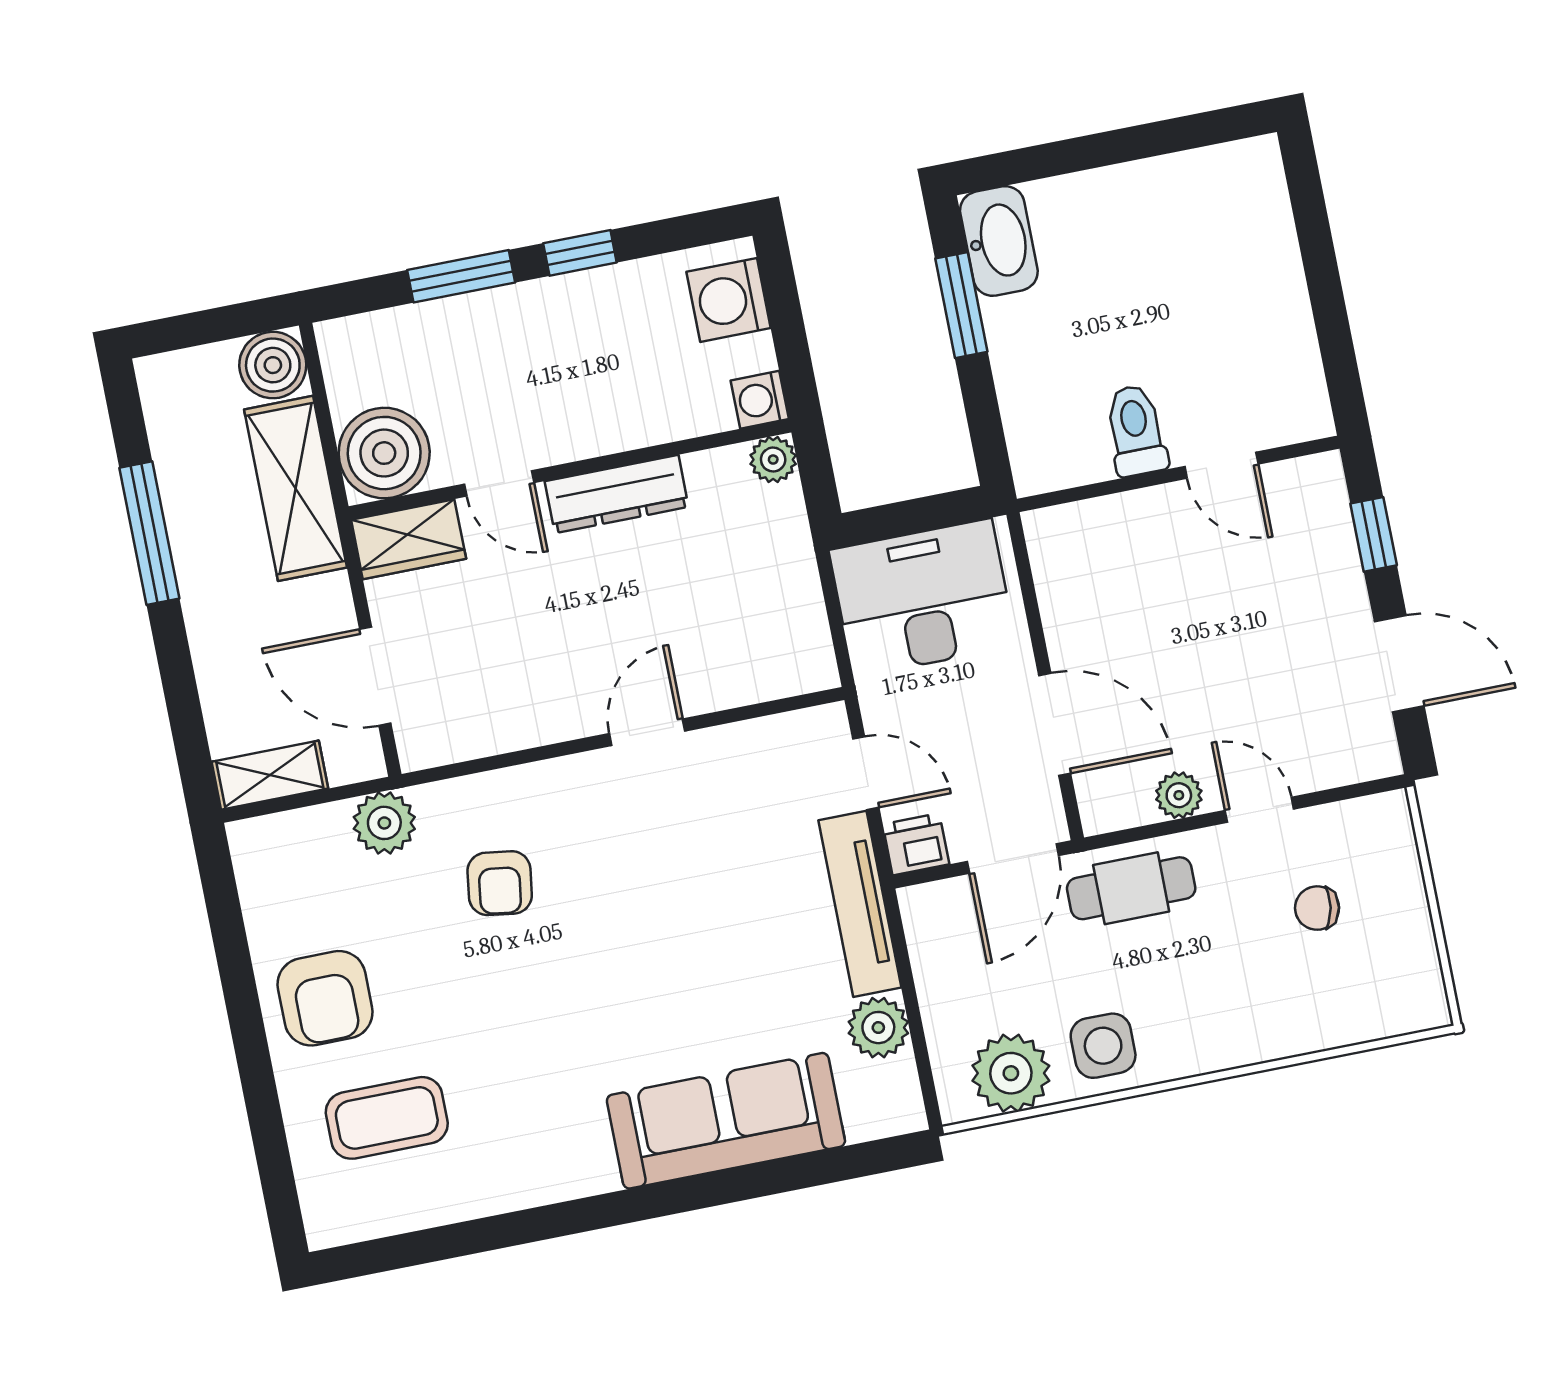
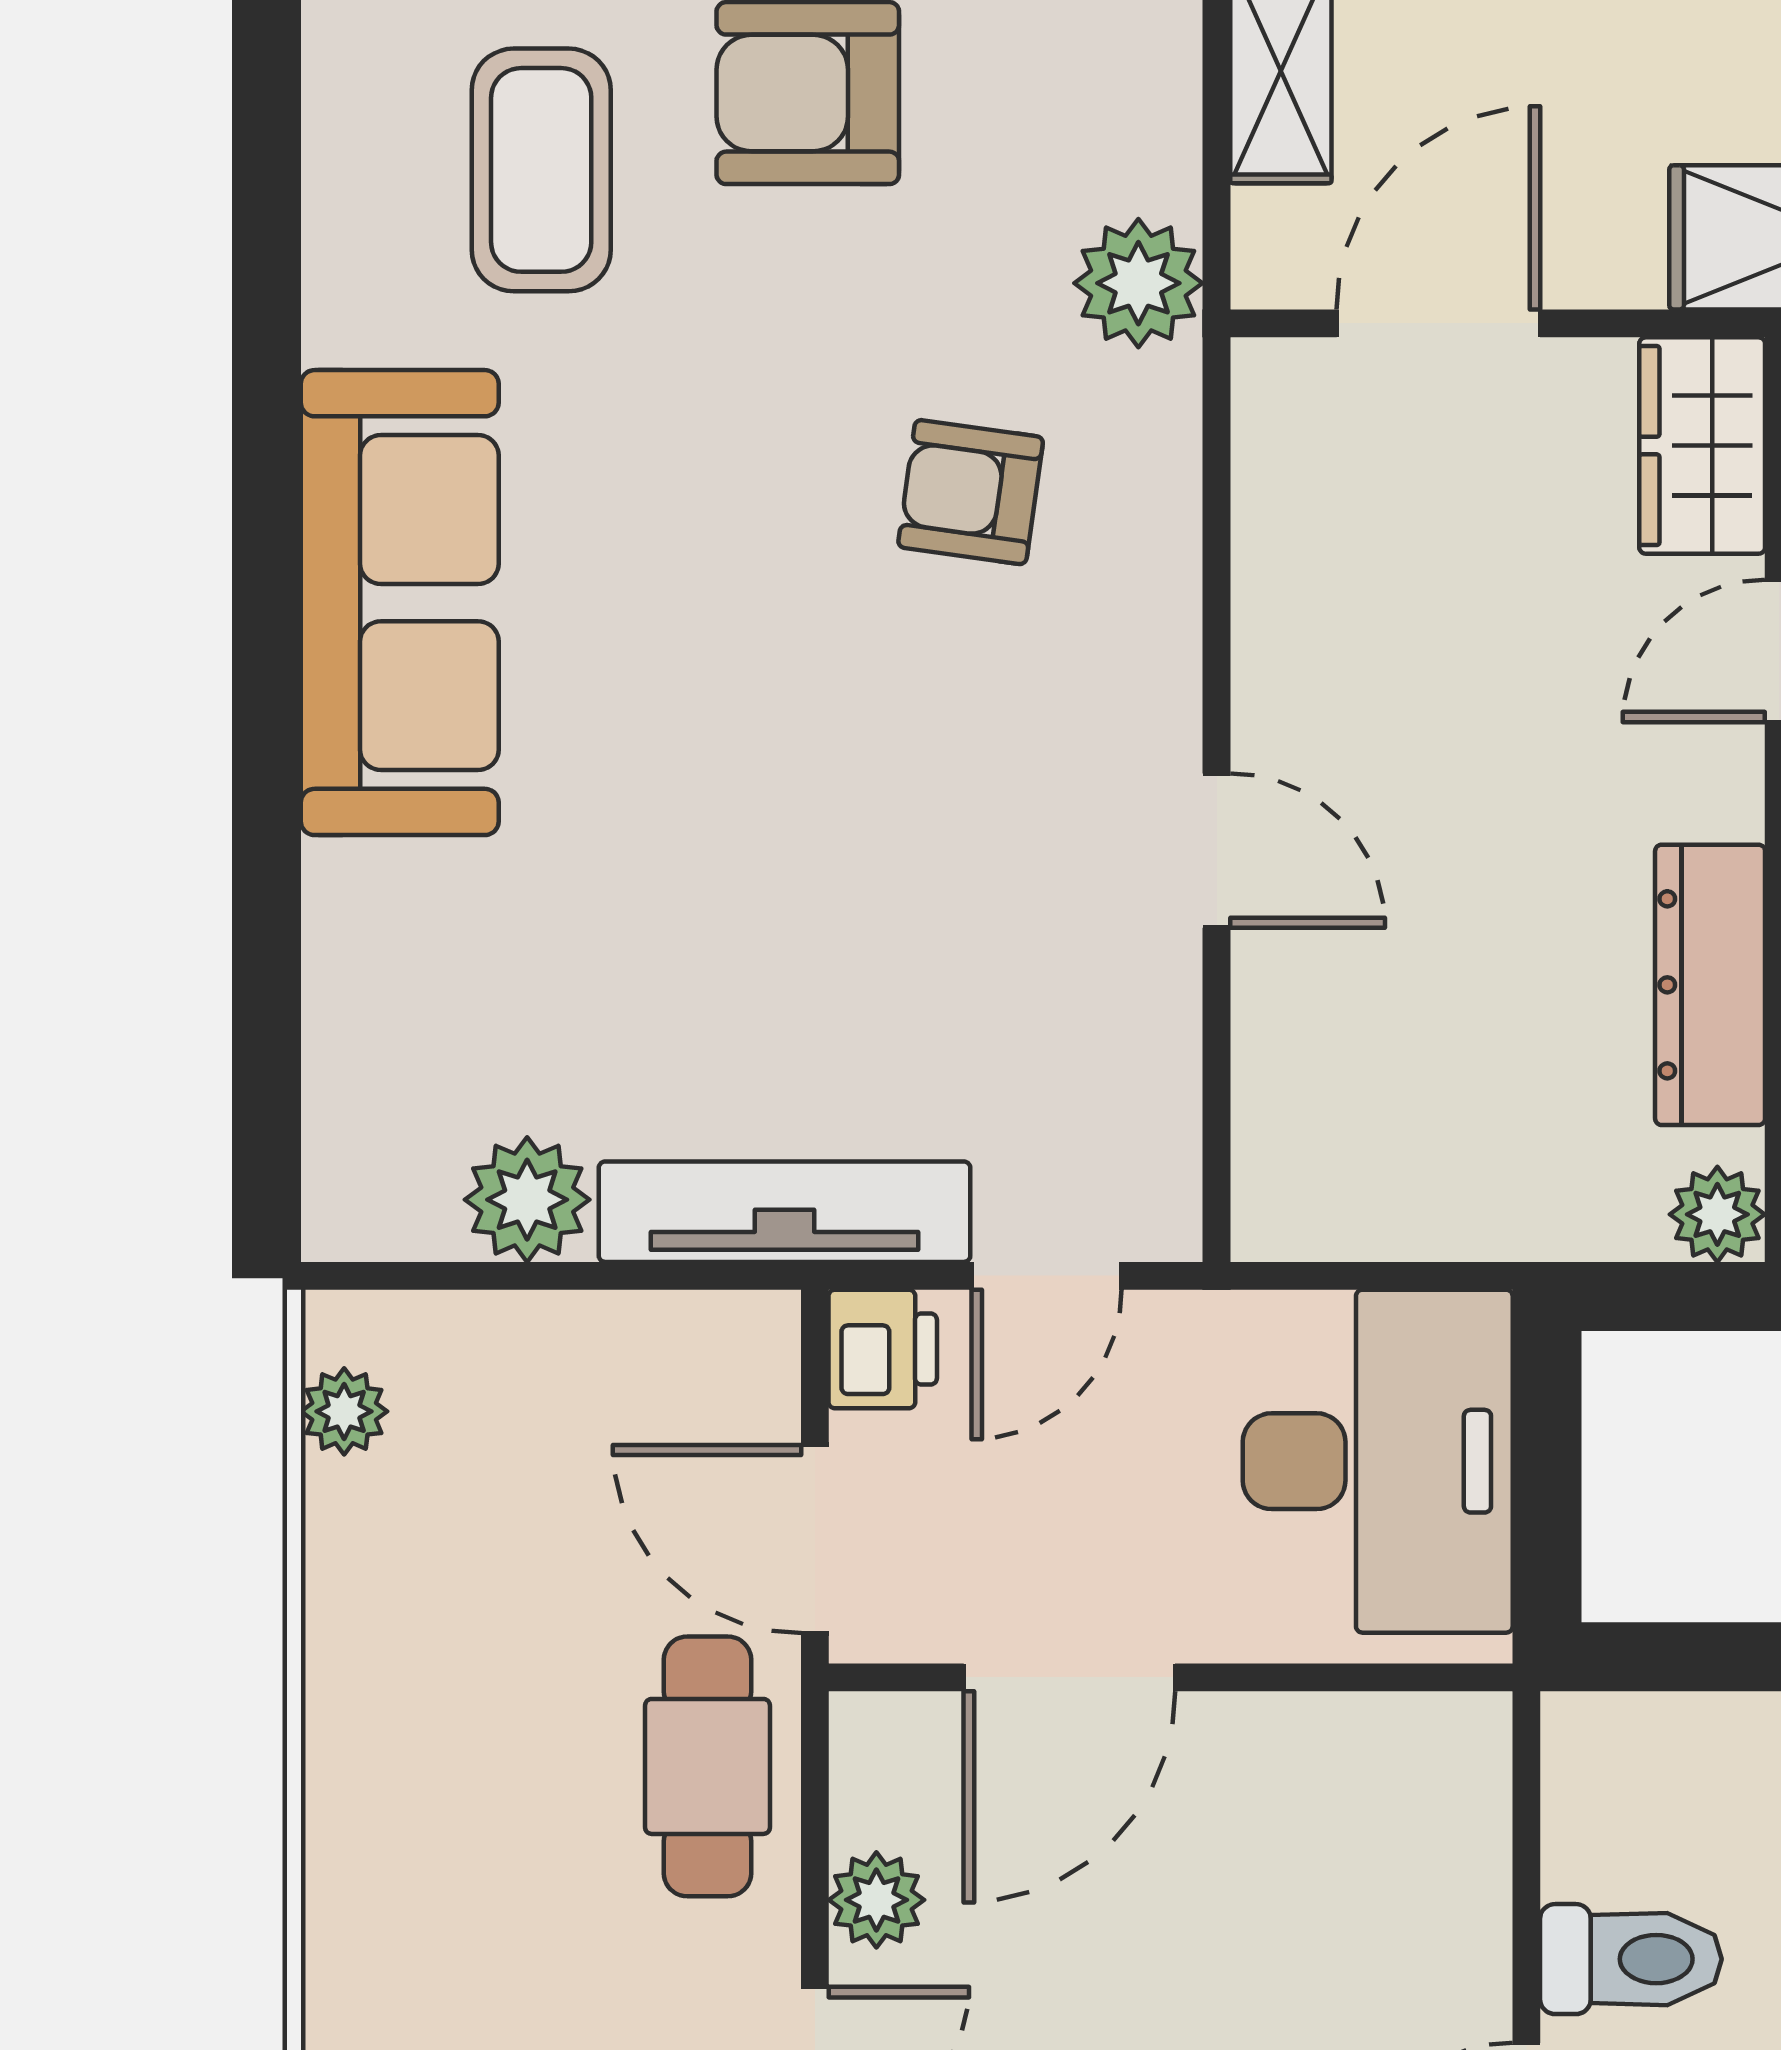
dresser: (617, 494) -> (1710, 985), moved
side table: (1103, 1046) -> (401, 1647), removed
plant: (1011, 1073) -> (344, 1411), width x0.53, depth x0.53
sofa: (726, 1121) -> (400, 603), moved

